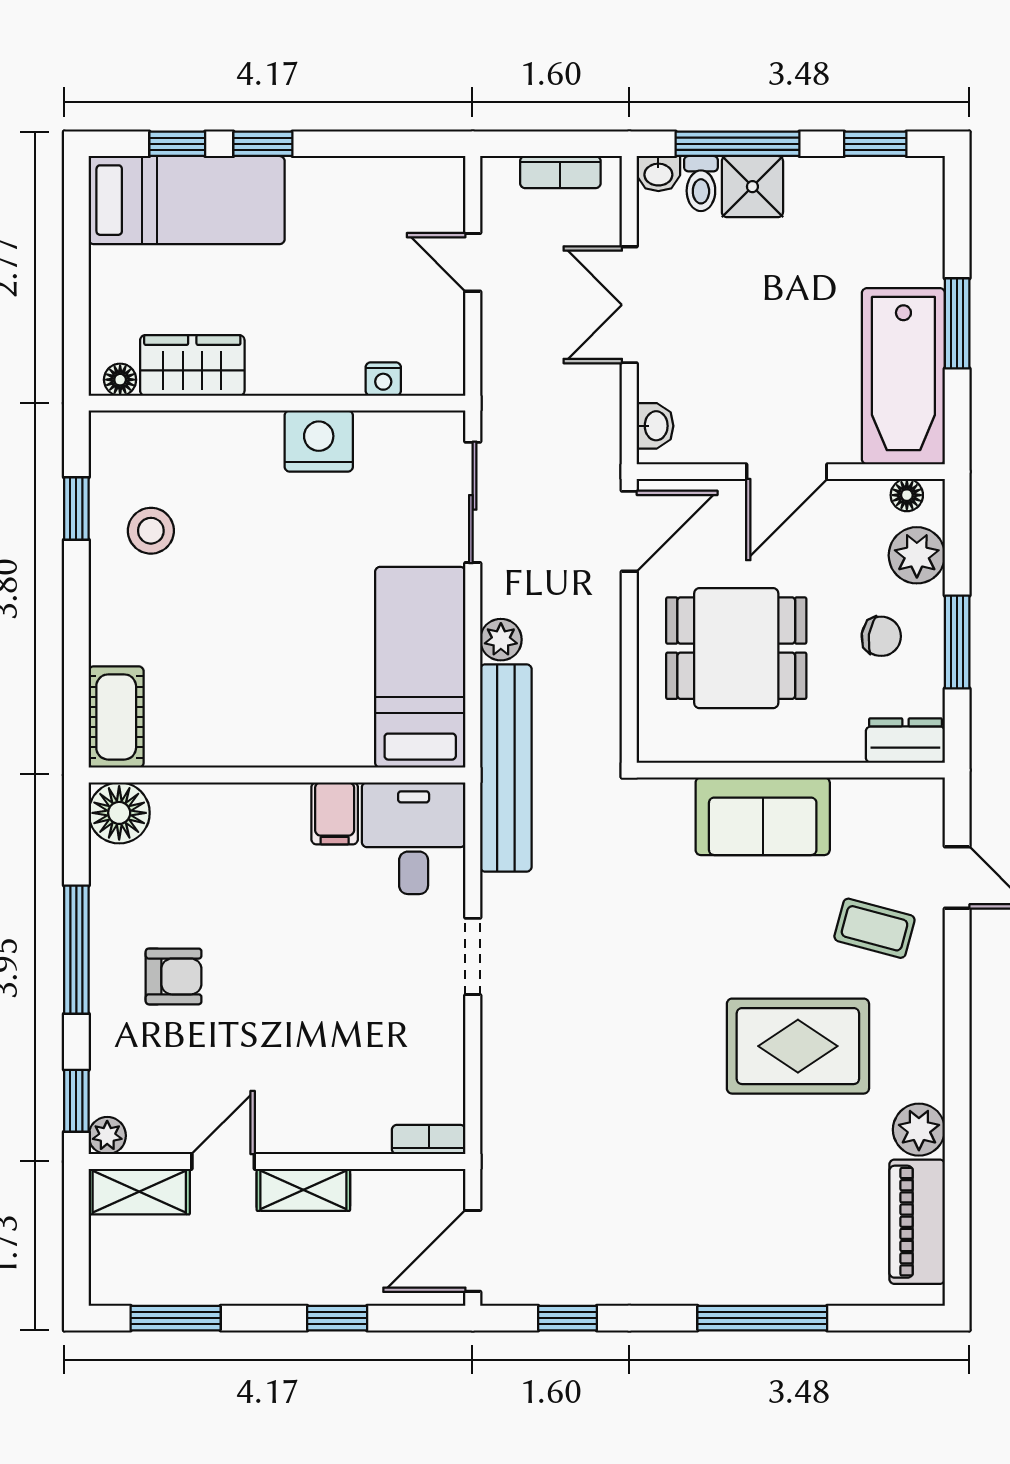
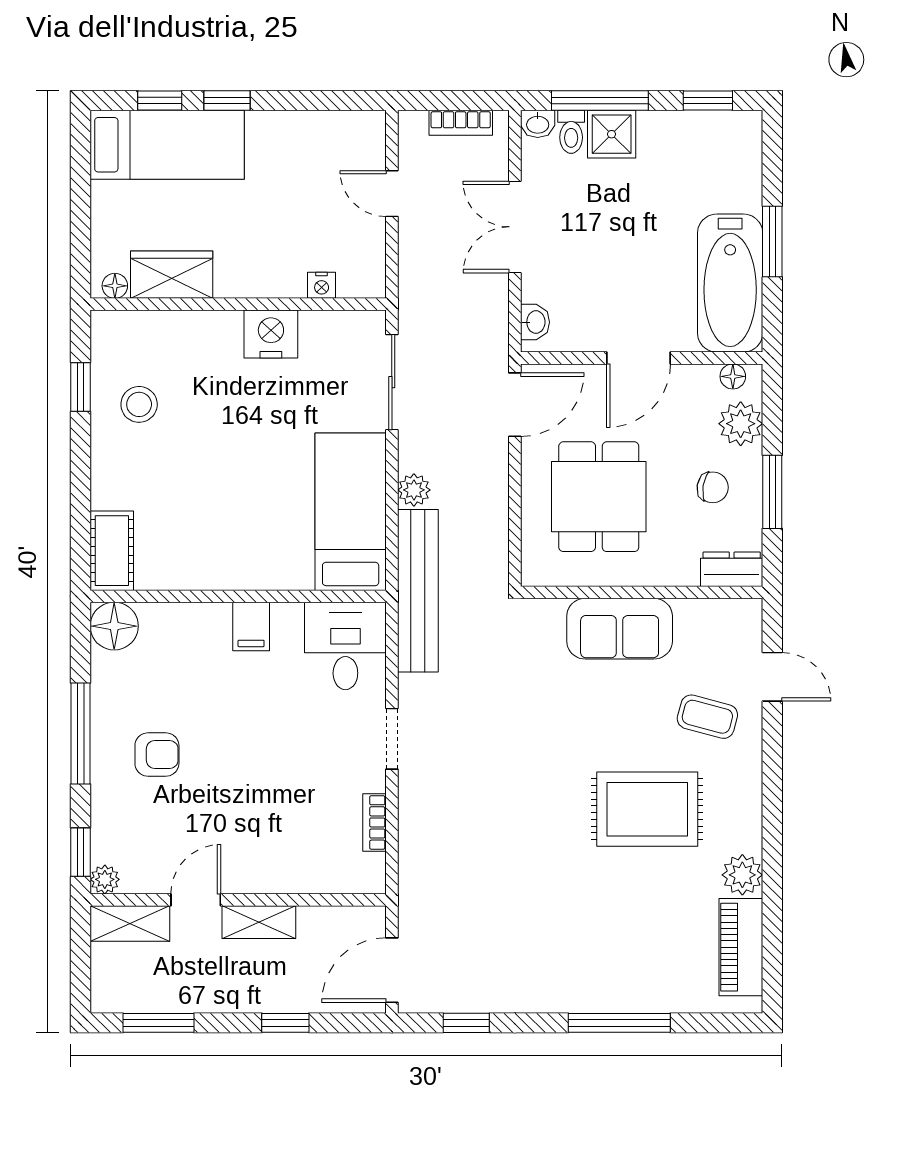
dining table: (736, 648) -> (599, 497), turned 90
filing cabinet: (335, 813) -> (251, 626), moved
bookcase: (429, 1140) -> (375, 822), moved, turned -90

